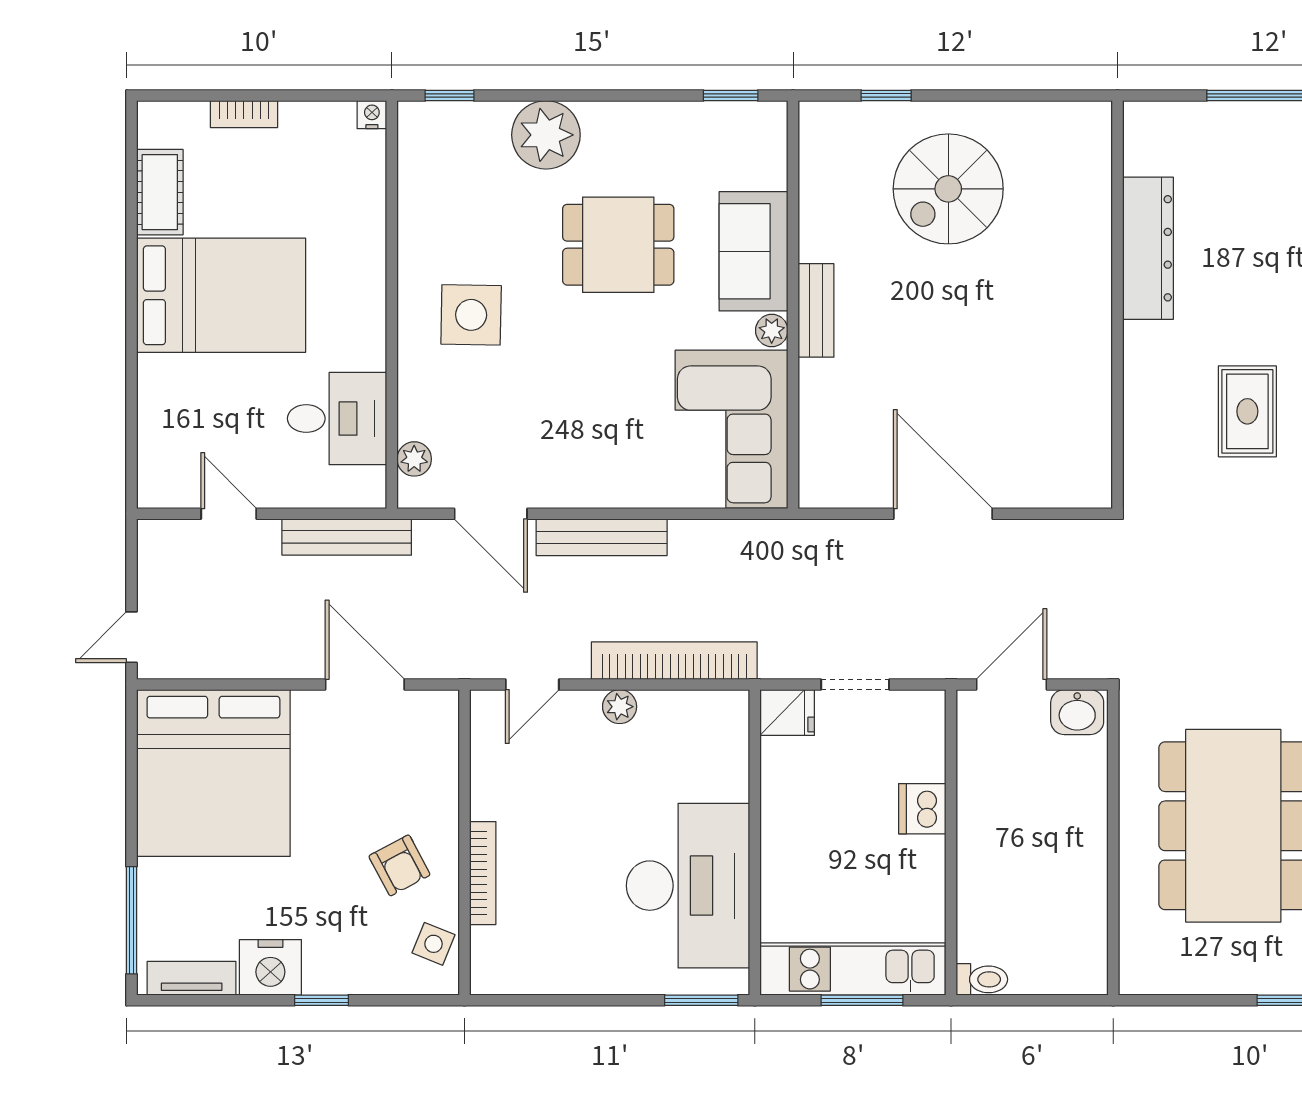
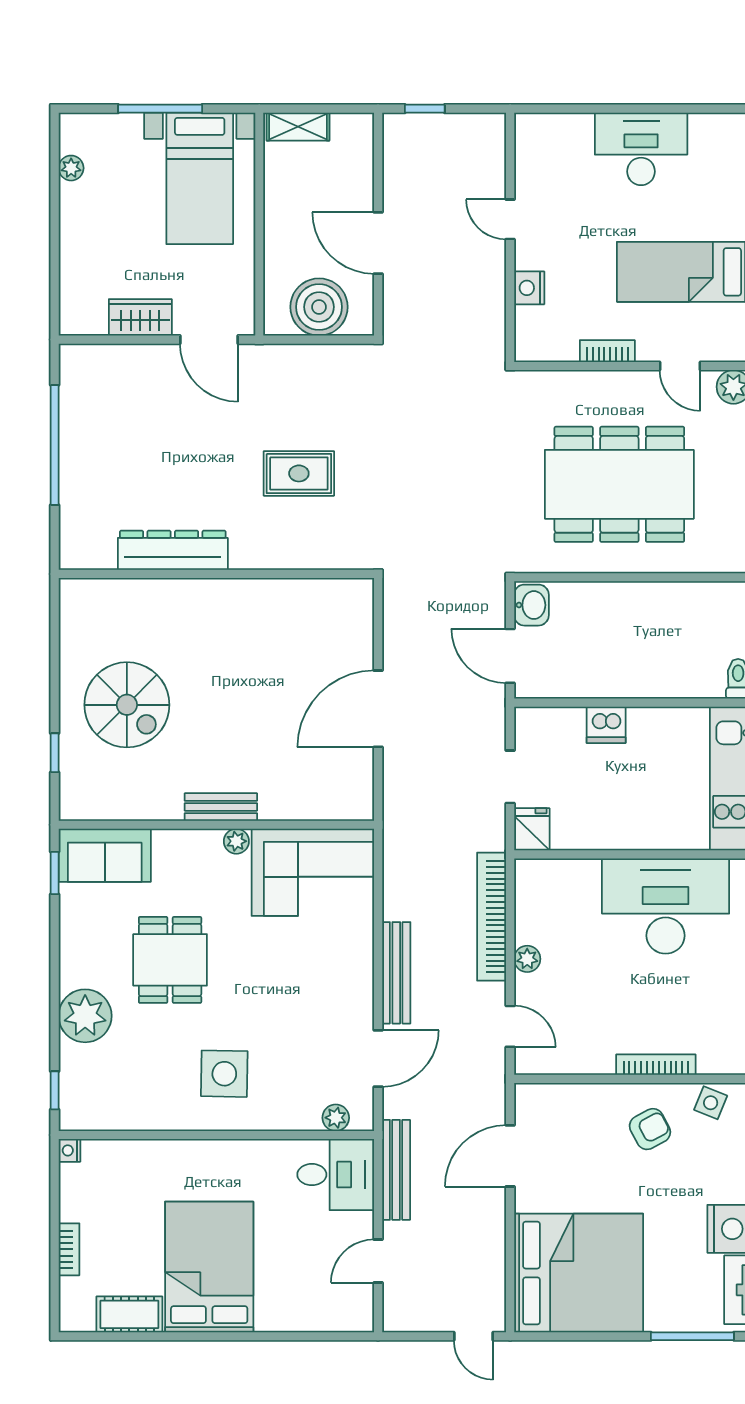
sofa: (753, 251) -> (105, 855), moved
desk: (337, 419) -> (336, 1175), moved, turned 90

